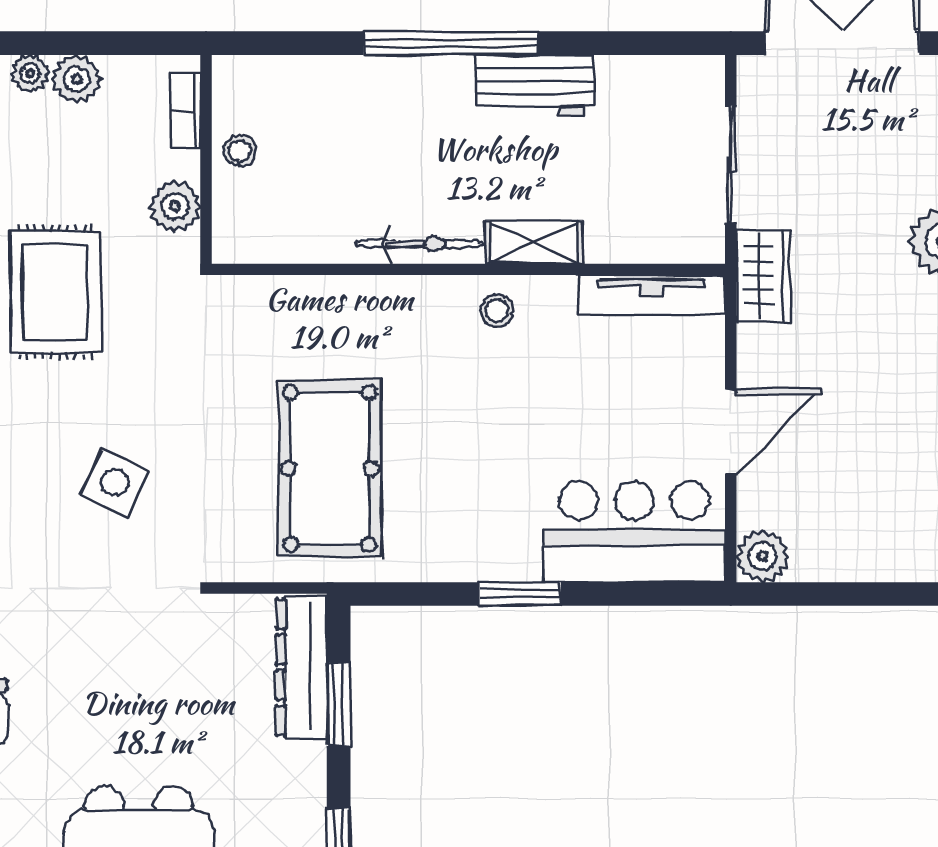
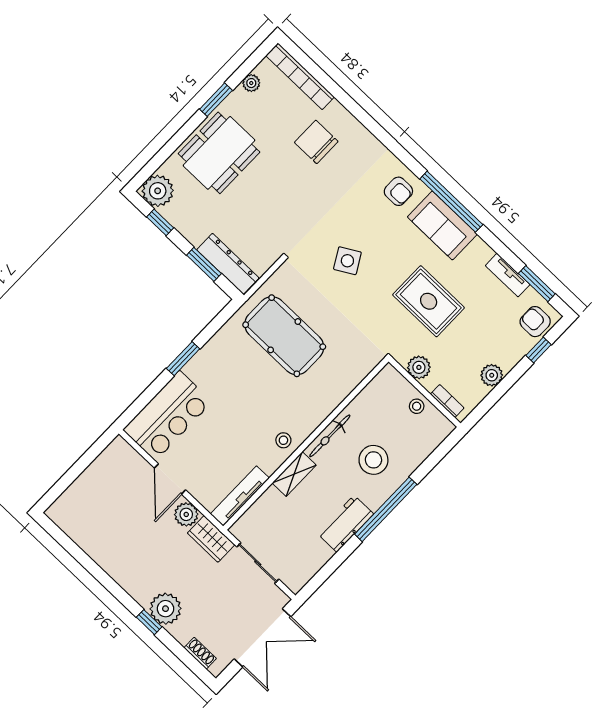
plant: (30, 74) -> (508, 362), removed
stool: (391, 138) -> (373, 460), added
side table: (114, 482) -> (347, 261), turned 34
plant: (762, 556) -> (186, 514), moved

